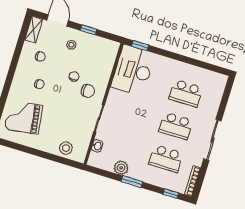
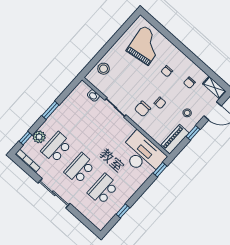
piano: (103, 45) -> (175, 139), added
window: (198, 63) -> (123, 211), added
plant: (121, 168) -> (39, 137), moved

